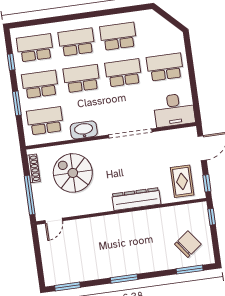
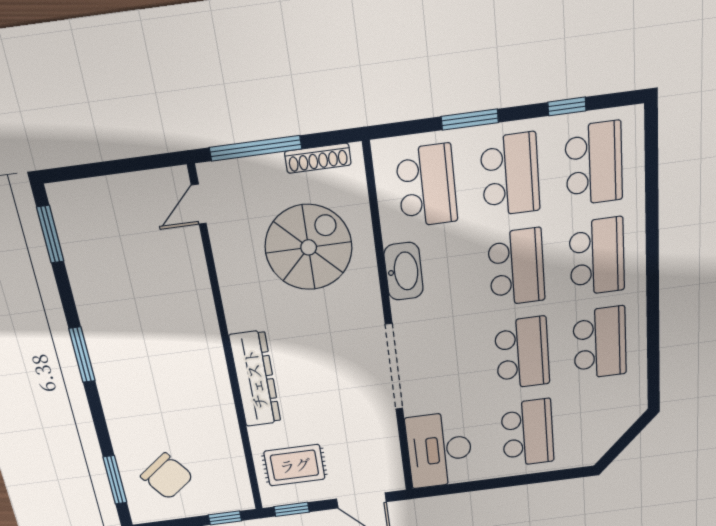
door: (54, 221) -> (199, 204), hinge flipped

